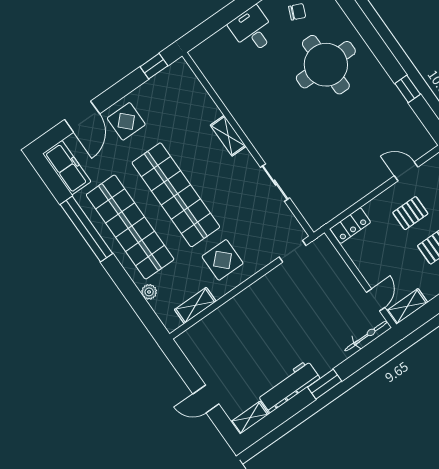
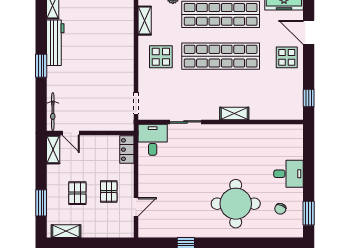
desk: (320, 205) -> (153, 140), added

